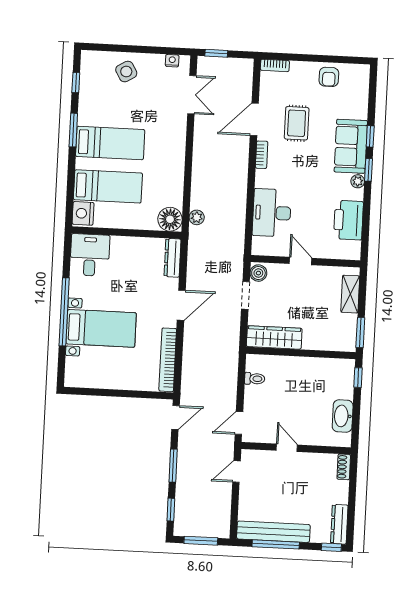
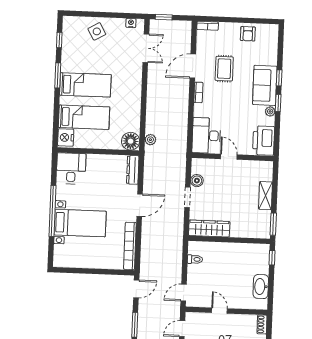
door: (301, 261) -> (229, 157), moved
wall: (306, 261) -> (232, 157), moved

